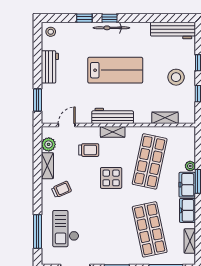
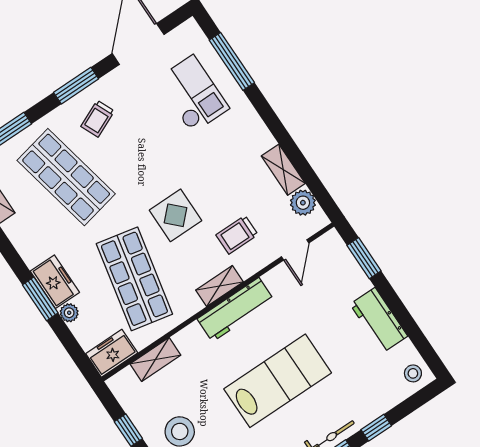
lab bench: (115, 70) -> (278, 381), turned 180
trolley: (61, 189) -> (98, 119), moved
freezer: (187, 210) -> (112, 353), moved, turned -90

